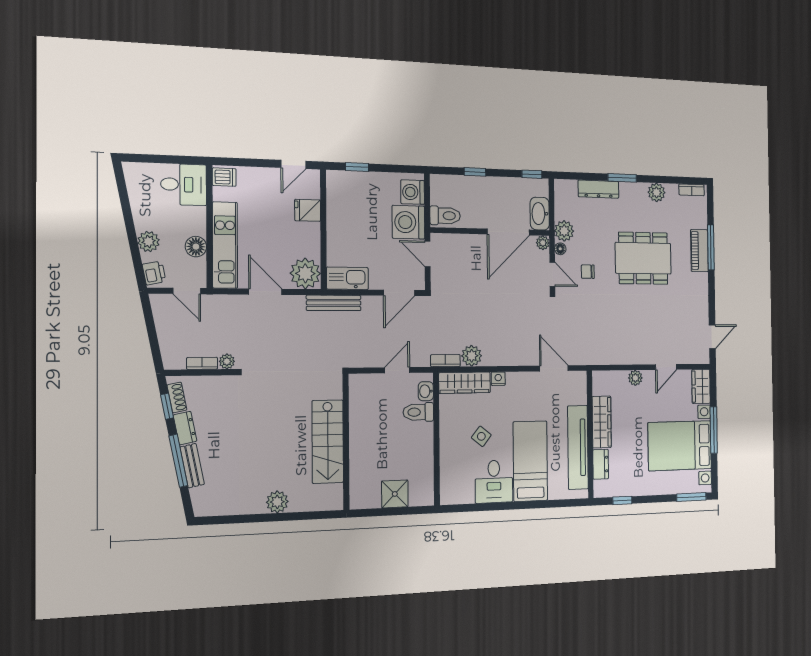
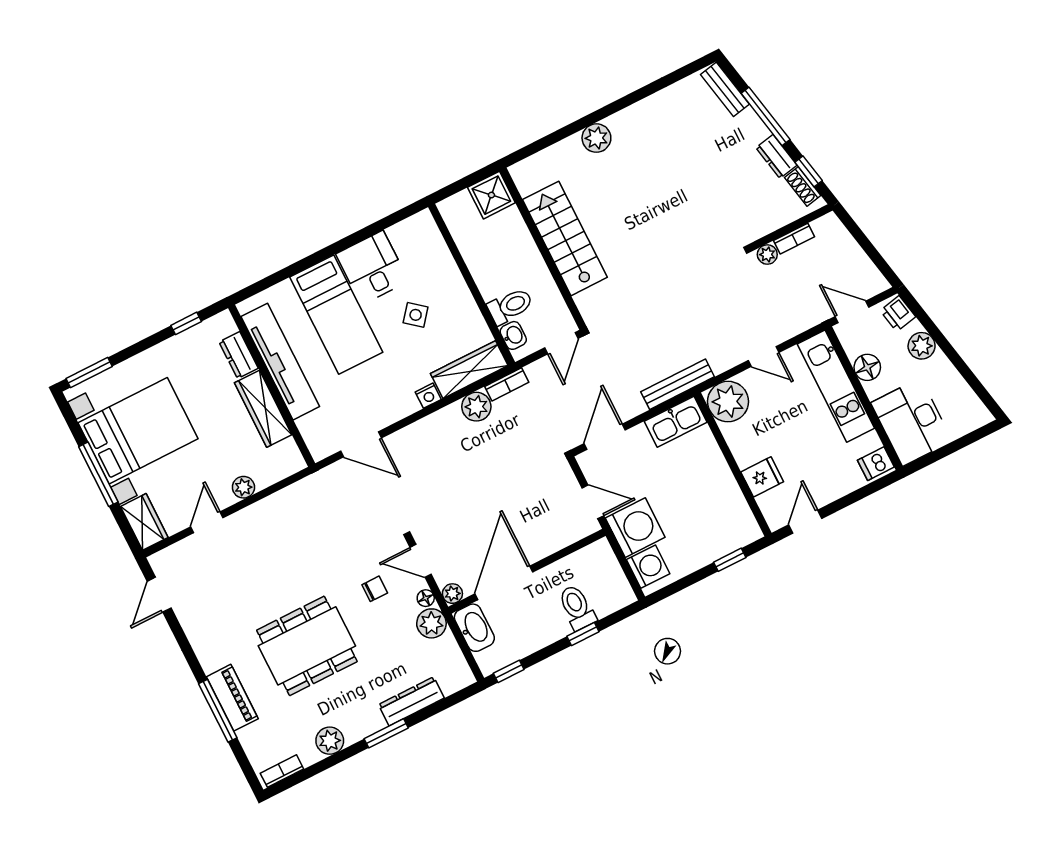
desk: (184, 185) -> (912, 422), width x1.37
toilet: (445, 216) -> (577, 607), moved, turned 90
door: (265, 292) -> (764, 357), width x0.73
stairs: (328, 442) -> (565, 238), moved
wall: (346, 442) -> (543, 249), moved
bench: (192, 466) -> (725, 89), moved
plant: (277, 502) -> (596, 138), moved

